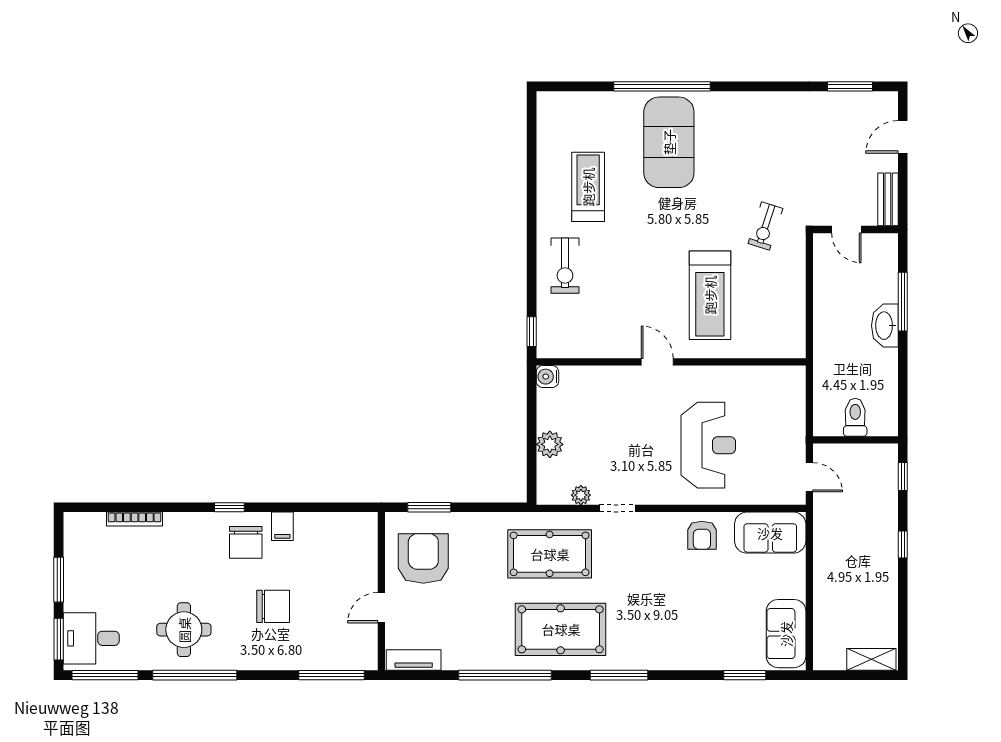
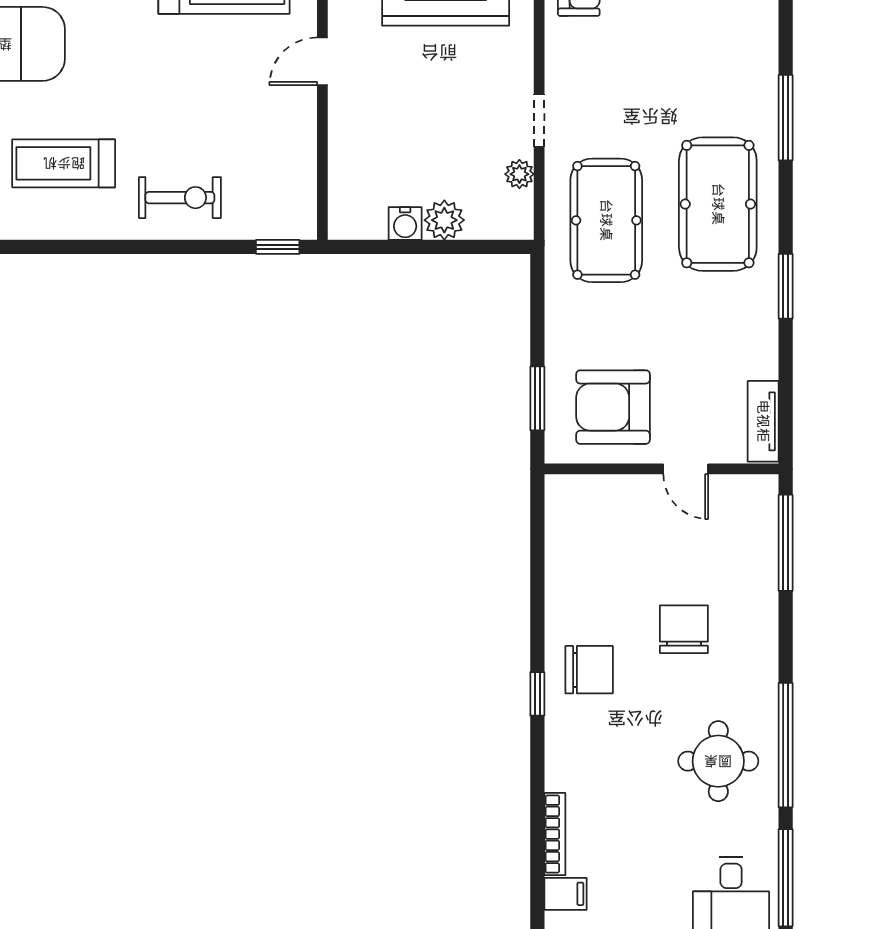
water cooler: (547, 377) -> (405, 224), moved
filing cabinet: (282, 526) -> (566, 894), moved
window: (505, 675) -> (786, 286), width x0.47

